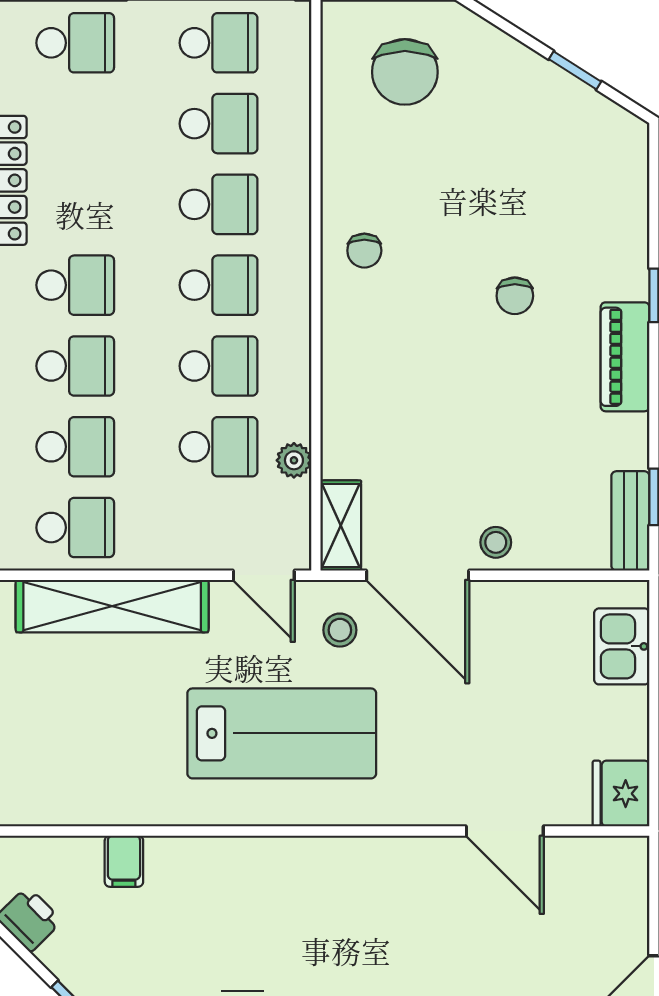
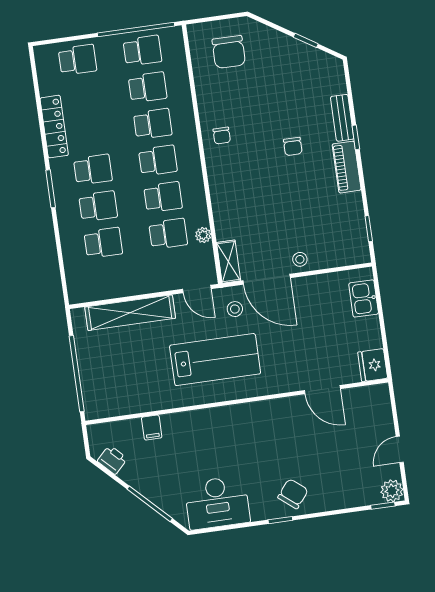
bench: (630, 521) -> (342, 118), moved
school desk: (75, 528) -> (108, 279), removed

